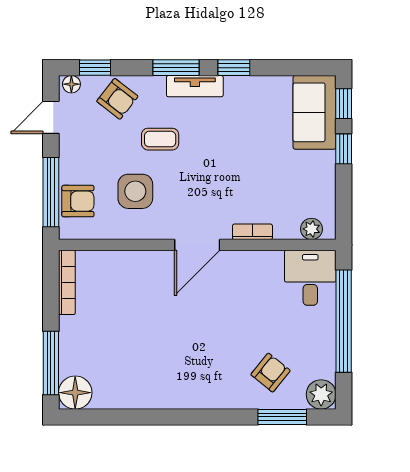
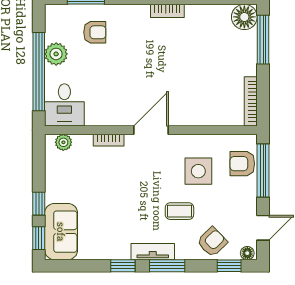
armchair: (117, 99) -> (212, 242), turned 98
armchair: (271, 373) -> (95, 32), turned -129
plant: (321, 394) -> (56, 54), moved
bookcase: (176, 400) -> (167, 11), added

